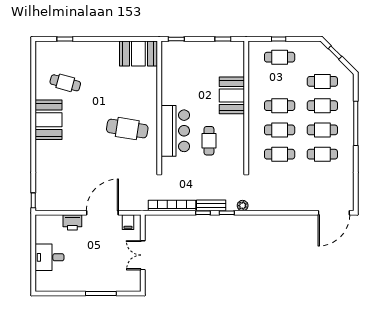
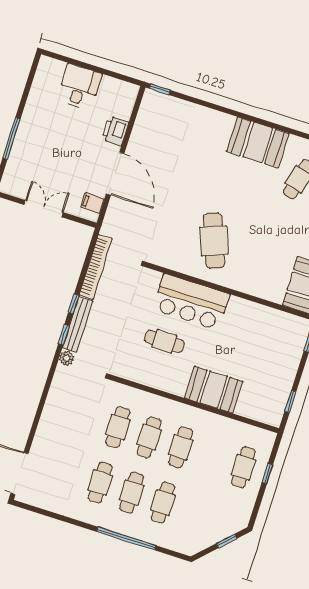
cafe table: (322, 81) -> (194, 513), removed
cafe table: (127, 129) -> (214, 241), turned -30
bench: (211, 205) -> (78, 324), width x1.36

